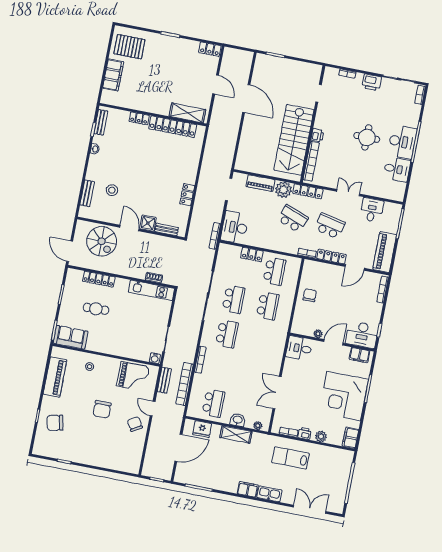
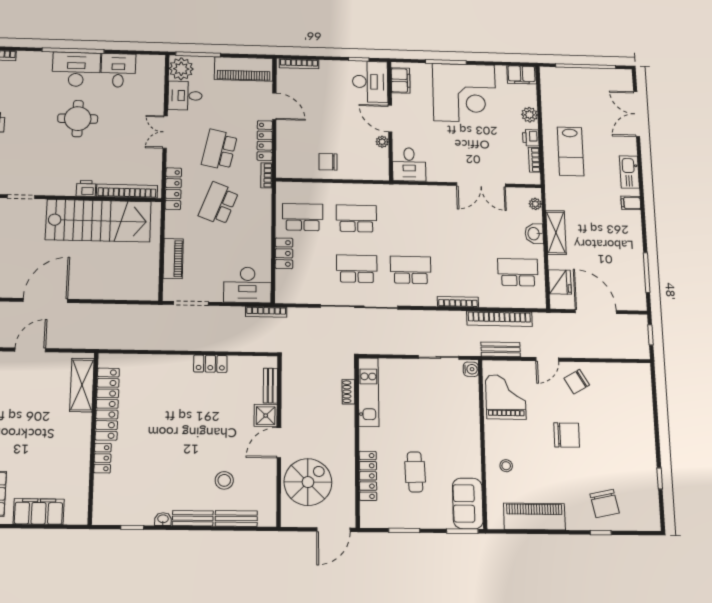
bench: (101, 122) -> (193, 518), moved
plant: (283, 190) -> (181, 69), moved
filing cabinet: (248, 489) -> (631, 203), width x0.50

